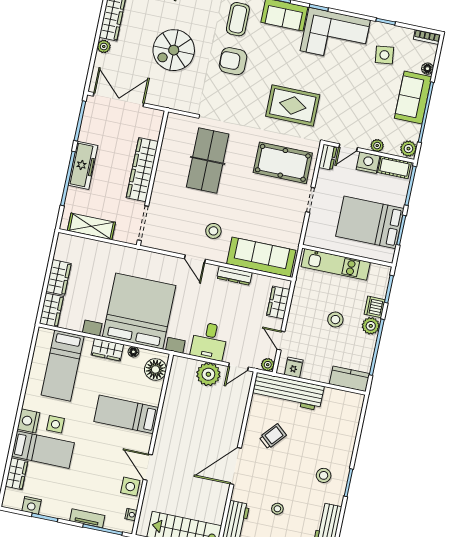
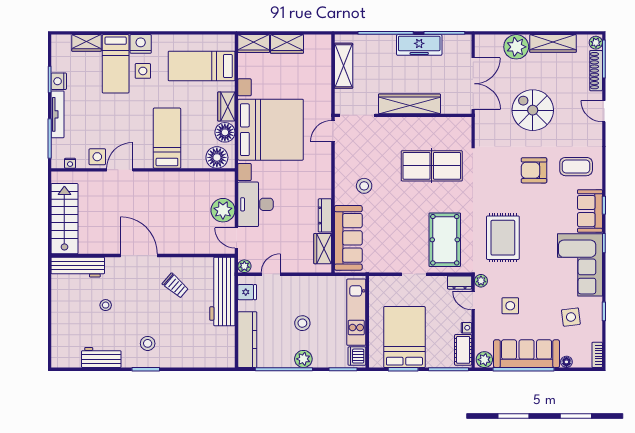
plant: (104, 46) -> (516, 47), width x1.88, depth x1.88
armchair: (233, 61) -> (534, 170), turned -90
sofa: (413, 97) -> (527, 354), width x1.36
double door: (119, 100) -> (473, 84), moved
side table: (361, 112) -> (510, 306), added
plant: (377, 146) -> (481, 281), moved
nightstand: (368, 163) -> (466, 328), width x0.53, depth x0.56
freezer: (83, 165) -> (419, 45), moved
door: (195, 259) -> (333, 131), moved
wardrobe: (278, 303) -> (323, 249), moved, turned -90
dishwasher: (375, 307) -> (357, 356), moved, turned -90
desk: (209, 341) -> (256, 204), width x1.37
floor lamp: (133, 352) -> (225, 132), width x1.89, depth x1.89
kitchen counter: (349, 379) -> (247, 340), width x1.50
nightstand: (32, 505) -> (59, 81), moved
tv unit: (87, 518) -> (58, 114), width x1.41

